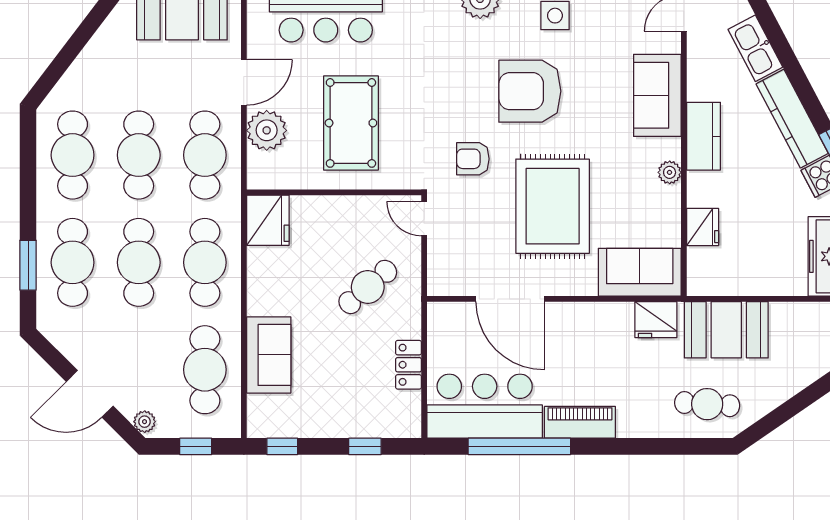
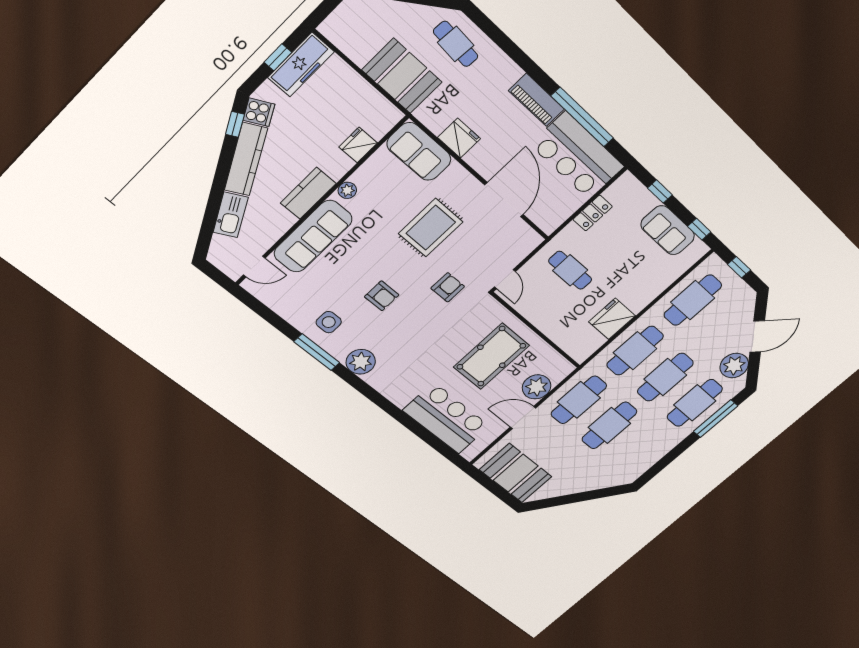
armchair: (530, 91) -> (382, 296), width x0.53, depth x0.53
sofa: (657, 95) -> (313, 236), width x1.36
cafe table: (73, 155) -> (639, 450), removed
armchair: (473, 159) -> (448, 287), turned -90
rug: (553, 206) -> (431, 228), width x0.73, depth x0.69
fridge: (268, 220) -> (612, 319), moved
window: (28, 265) -> (716, 419), width x1.44
cafe table: (368, 287) -> (570, 270), turned 41
fridge: (656, 320) -> (459, 138), moved
sofa: (269, 355) -> (668, 230), moved, turned -90
door: (90, 394) -> (757, 336), hinge flipped
plant: (145, 422) -> (734, 366), moved, width x1.87, depth x1.87

